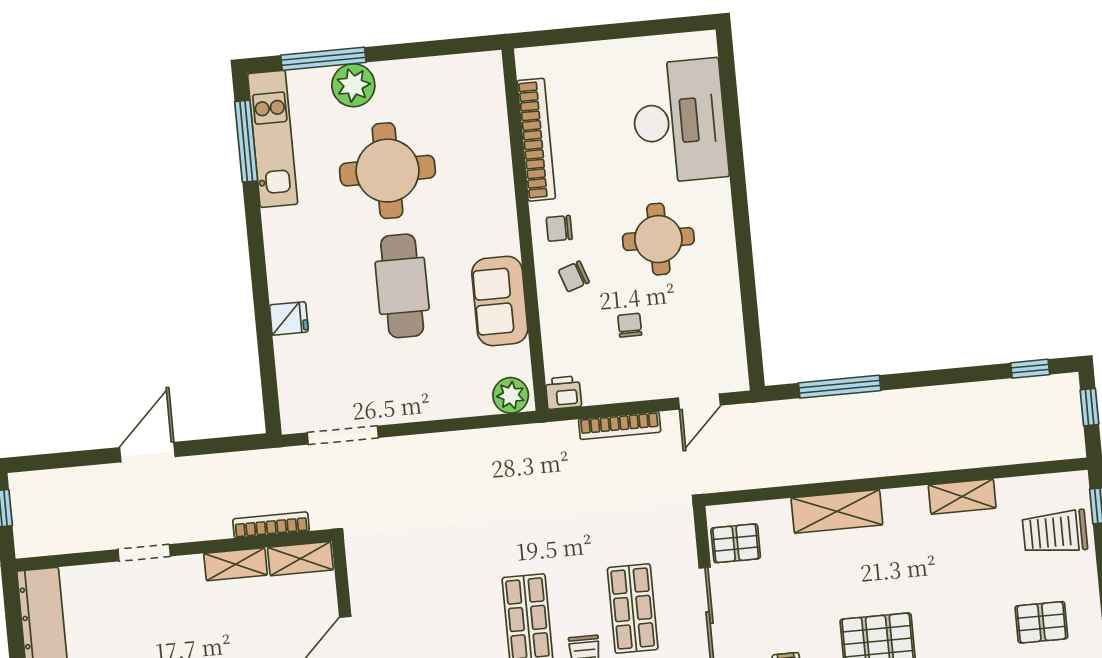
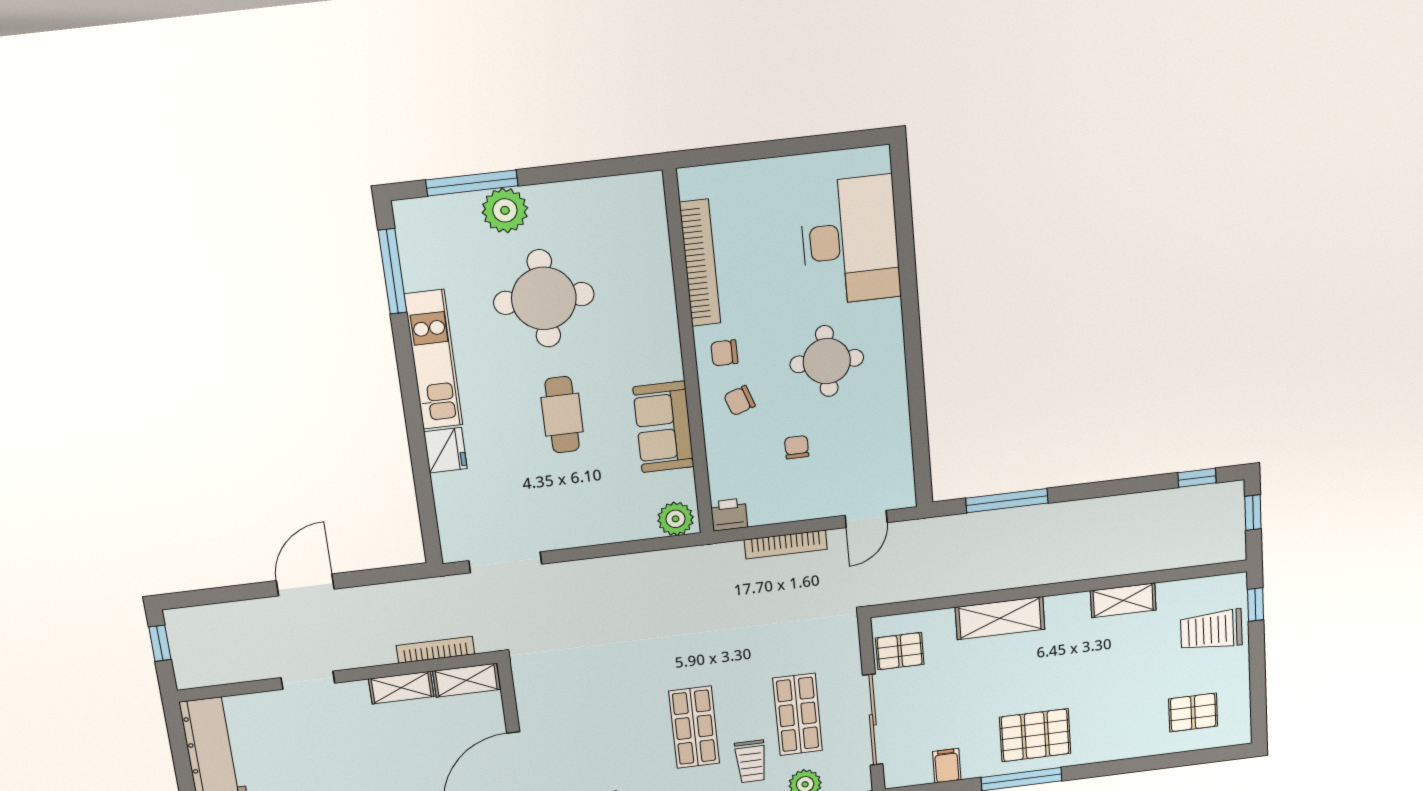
kitchen unit: (273, 139) -> (434, 360), moved
cafe table: (402, 286) -> (562, 415), width x0.73, depth x0.74
fridge: (289, 318) -> (445, 450), width x1.38

